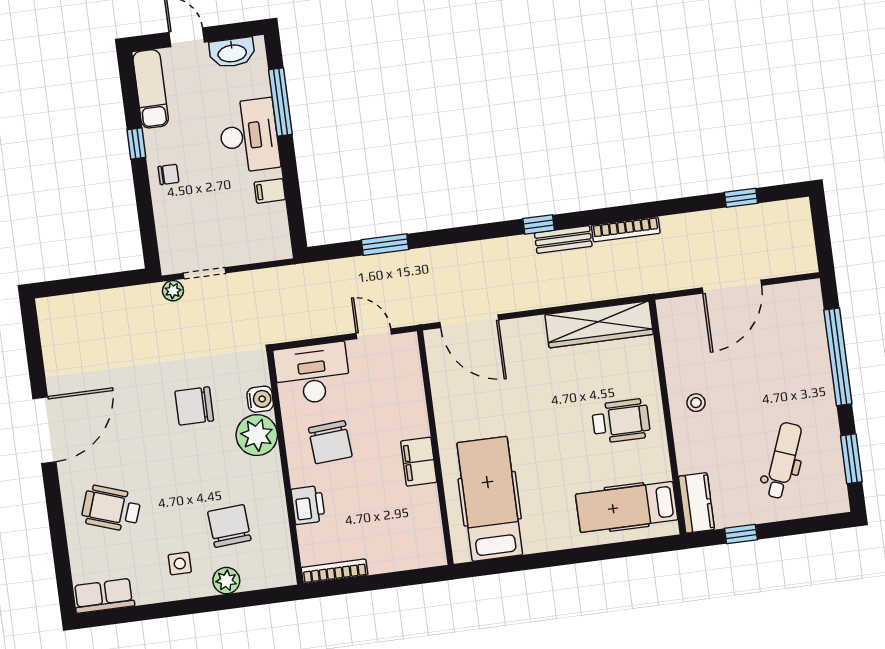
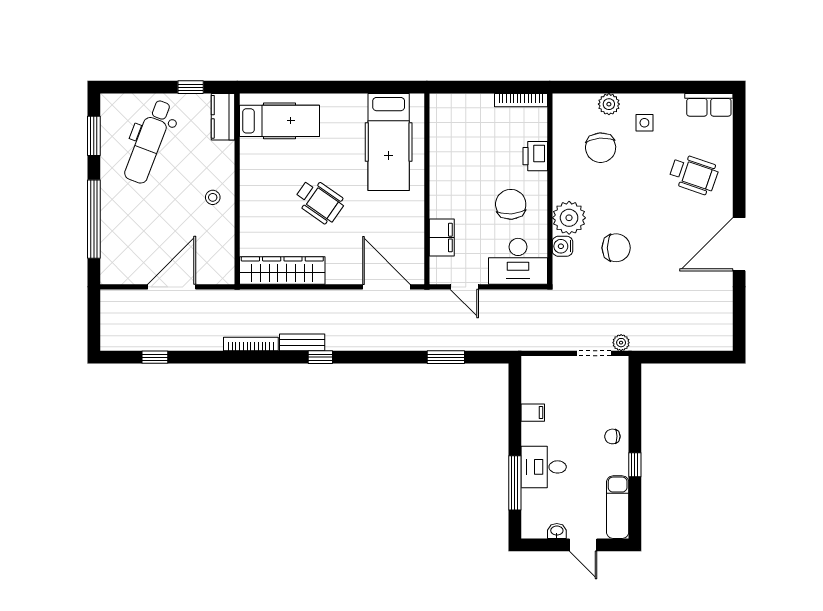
washbasin: (232, 53) -> (557, 531), width x0.52, depth x0.69
desk: (249, 136) -> (544, 467), width x0.73
wheelchair: (621, 421) -> (320, 201), moved, turned -145
dental chair: (783, 461) -> (149, 142), width x1.36, depth x1.38
filing cabinet: (419, 462) -> (442, 238), moved

